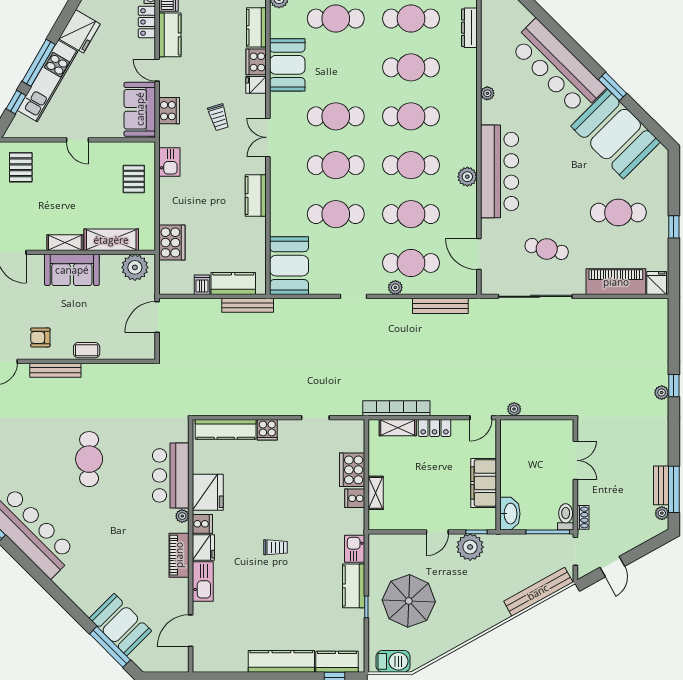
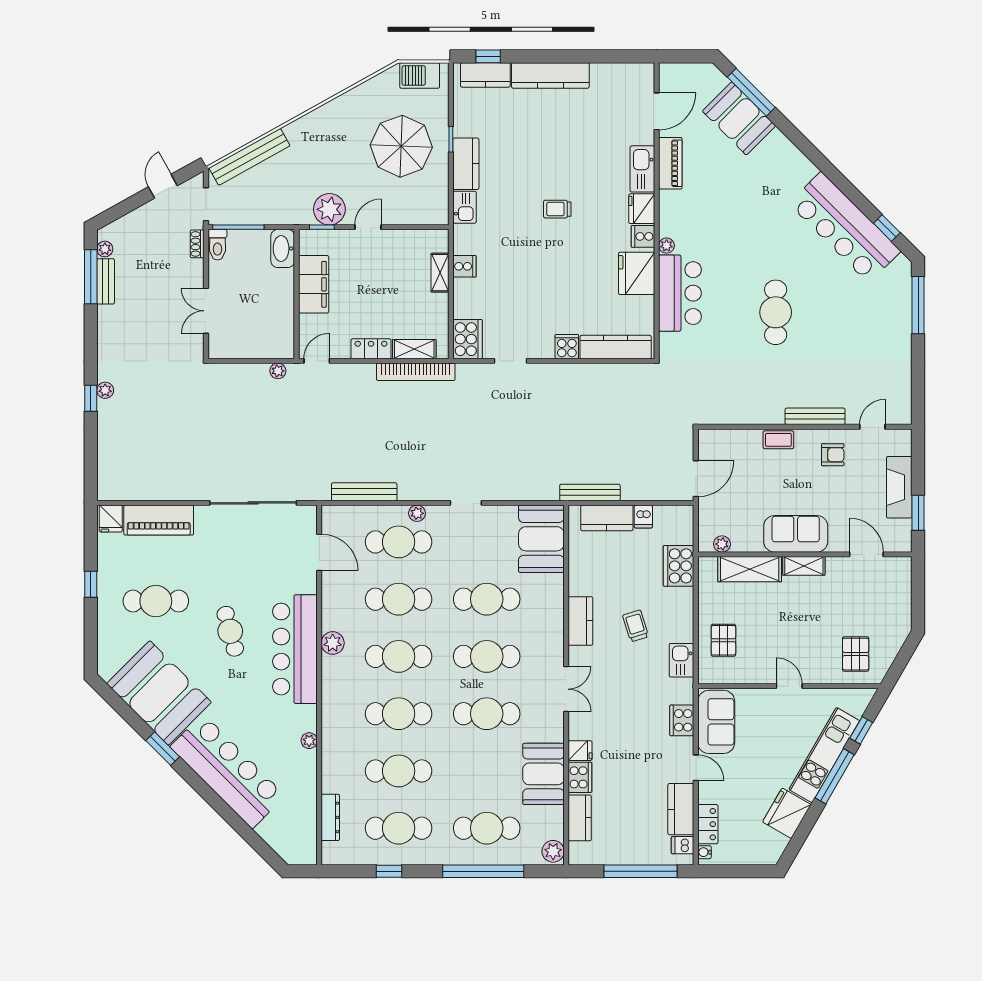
trolley: (219, 117) -> (636, 626), moved
cafe table: (547, 249) -> (230, 631), moved, turned 62
plant: (135, 267) -> (722, 544), width x0.53, depth x0.53
cooker: (352, 470) -> (468, 339), moved
piano: (179, 555) -> (670, 163), moved

